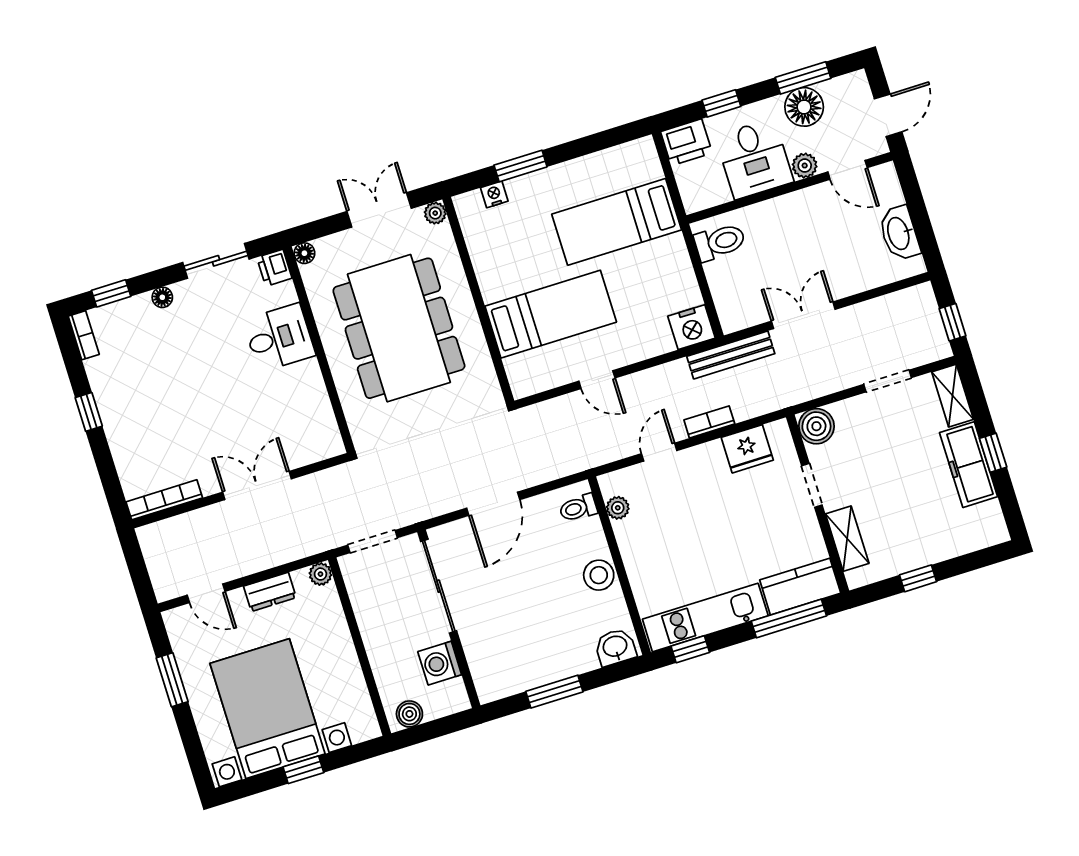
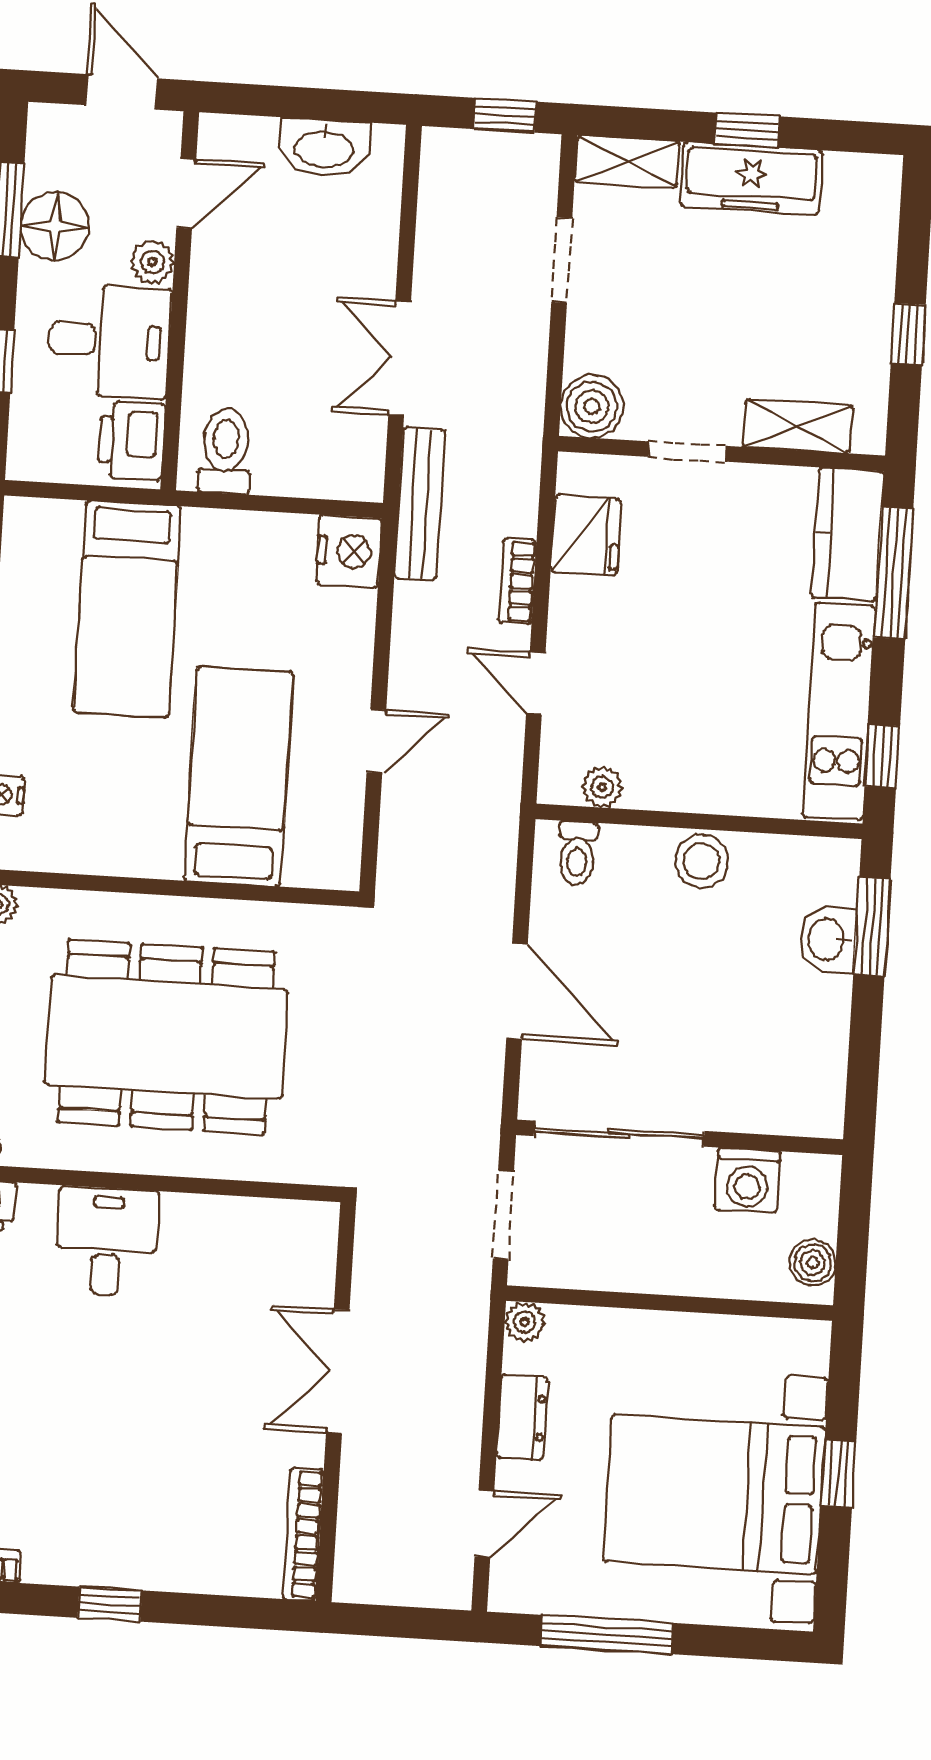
printer: (686, 142) -> (131, 441), moved, turned 180
washbasin: (615, 647) -> (828, 939), moved
window: (172, 680) -> (607, 1635), width x1.44
window: (554, 692) -> (872, 927), moved

